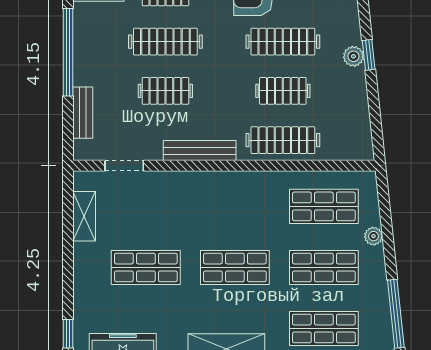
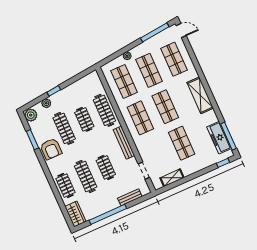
plant: (353, 56) -> (46, 103), moved
shop shelf: (235, 206) -> (140, 118), added

